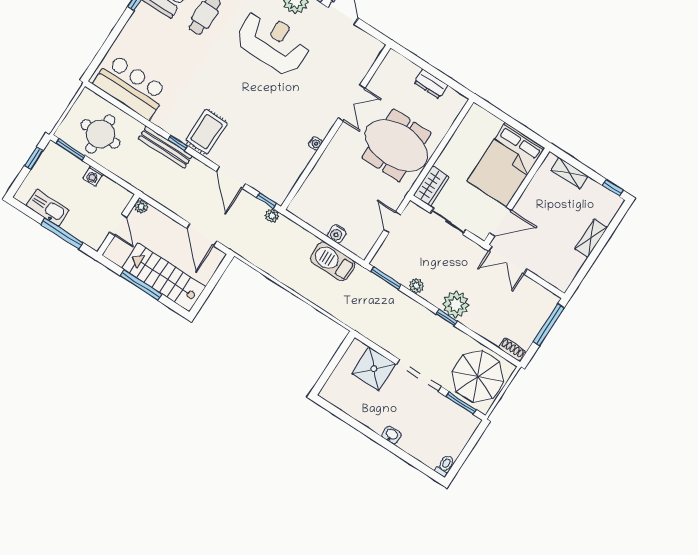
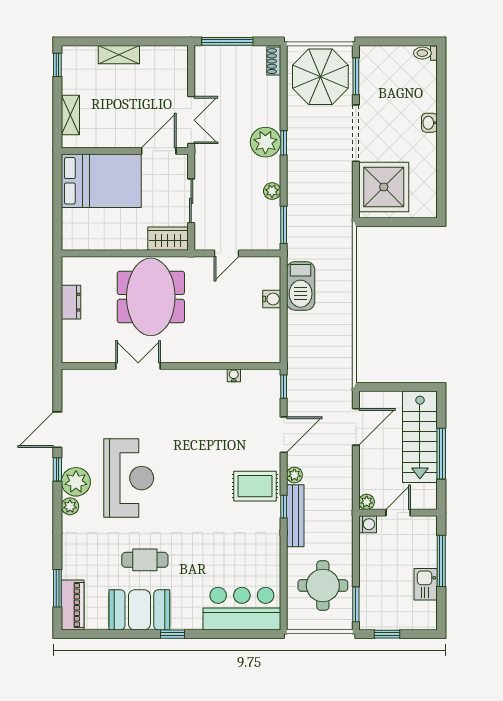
reception desk: (273, 42) -> (129, 478), turned 180
bar counter: (131, 87) -> (242, 609), moved, turned 90
water cooler: (315, 143) -> (234, 375), moved
washing machine: (93, 176) -> (368, 524), moved
kitchen sink: (48, 208) -> (426, 584), width x0.73
plant: (272, 216) -> (294, 475), moved
door: (501, 222) -> (159, 151), hinge flipped
shower: (374, 369) -> (384, 187), width x1.37, depth x1.37

